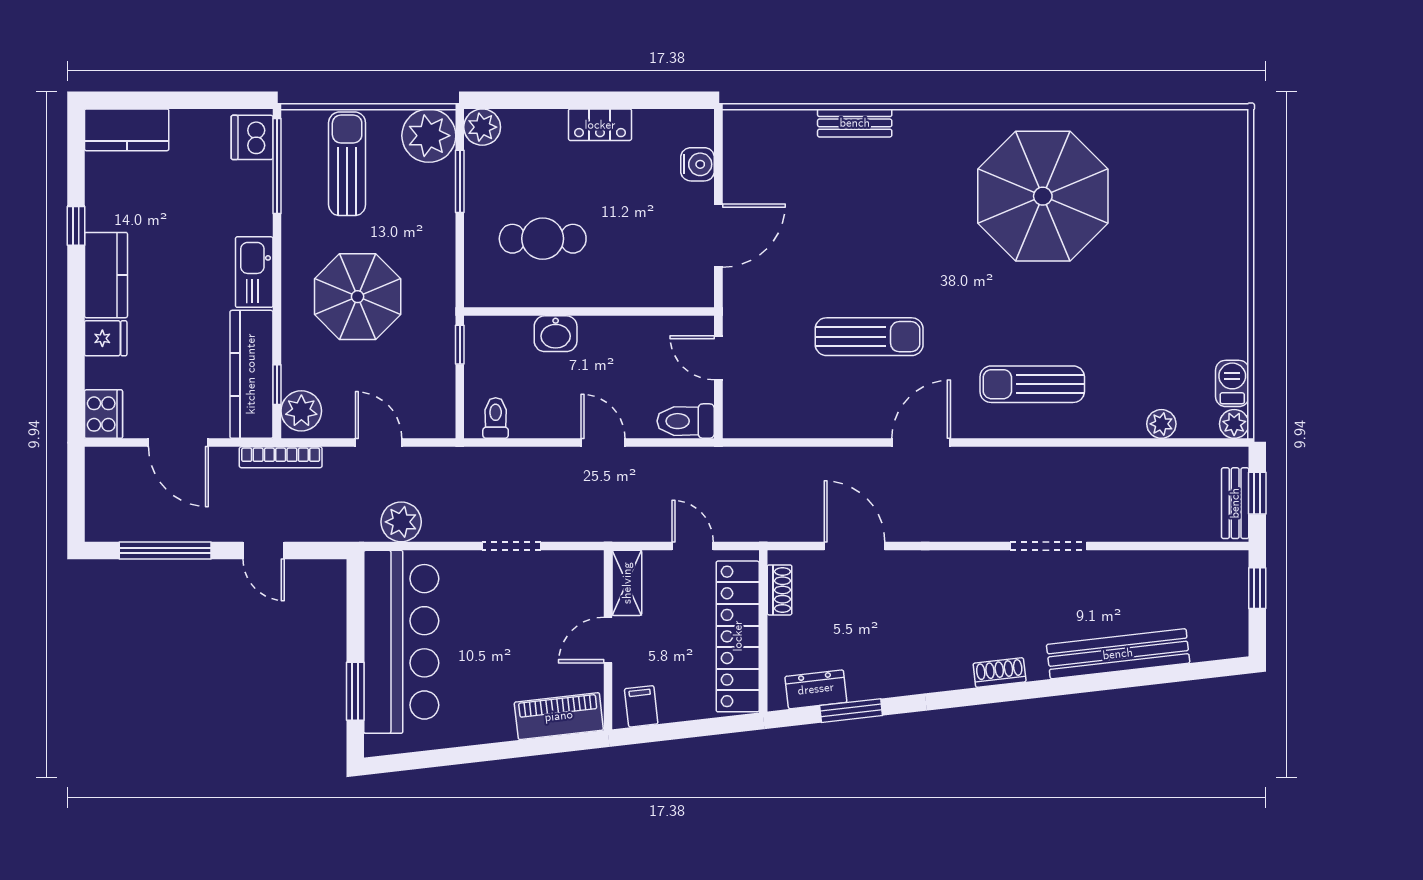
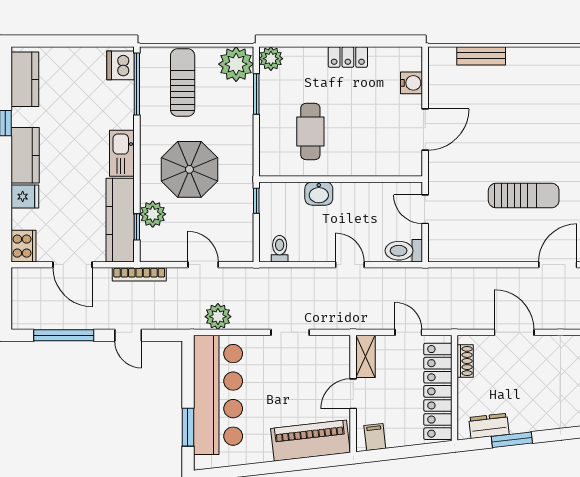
bench: (855, 123) -> (481, 56), moved
kitchen counter: (127, 130) -> (25, 79), moved, turned -90
cafe table: (543, 239) -> (310, 131), turned 90
plant: (301, 411) -> (153, 214), moved
piano: (559, 716) -> (310, 441), width x1.37, depth x1.33

